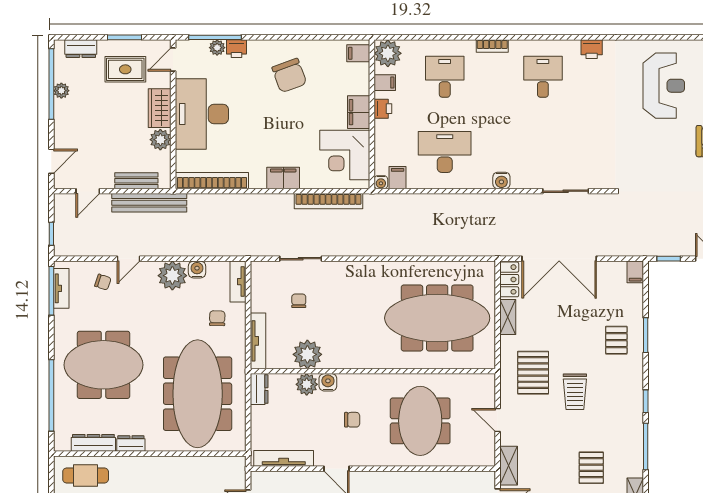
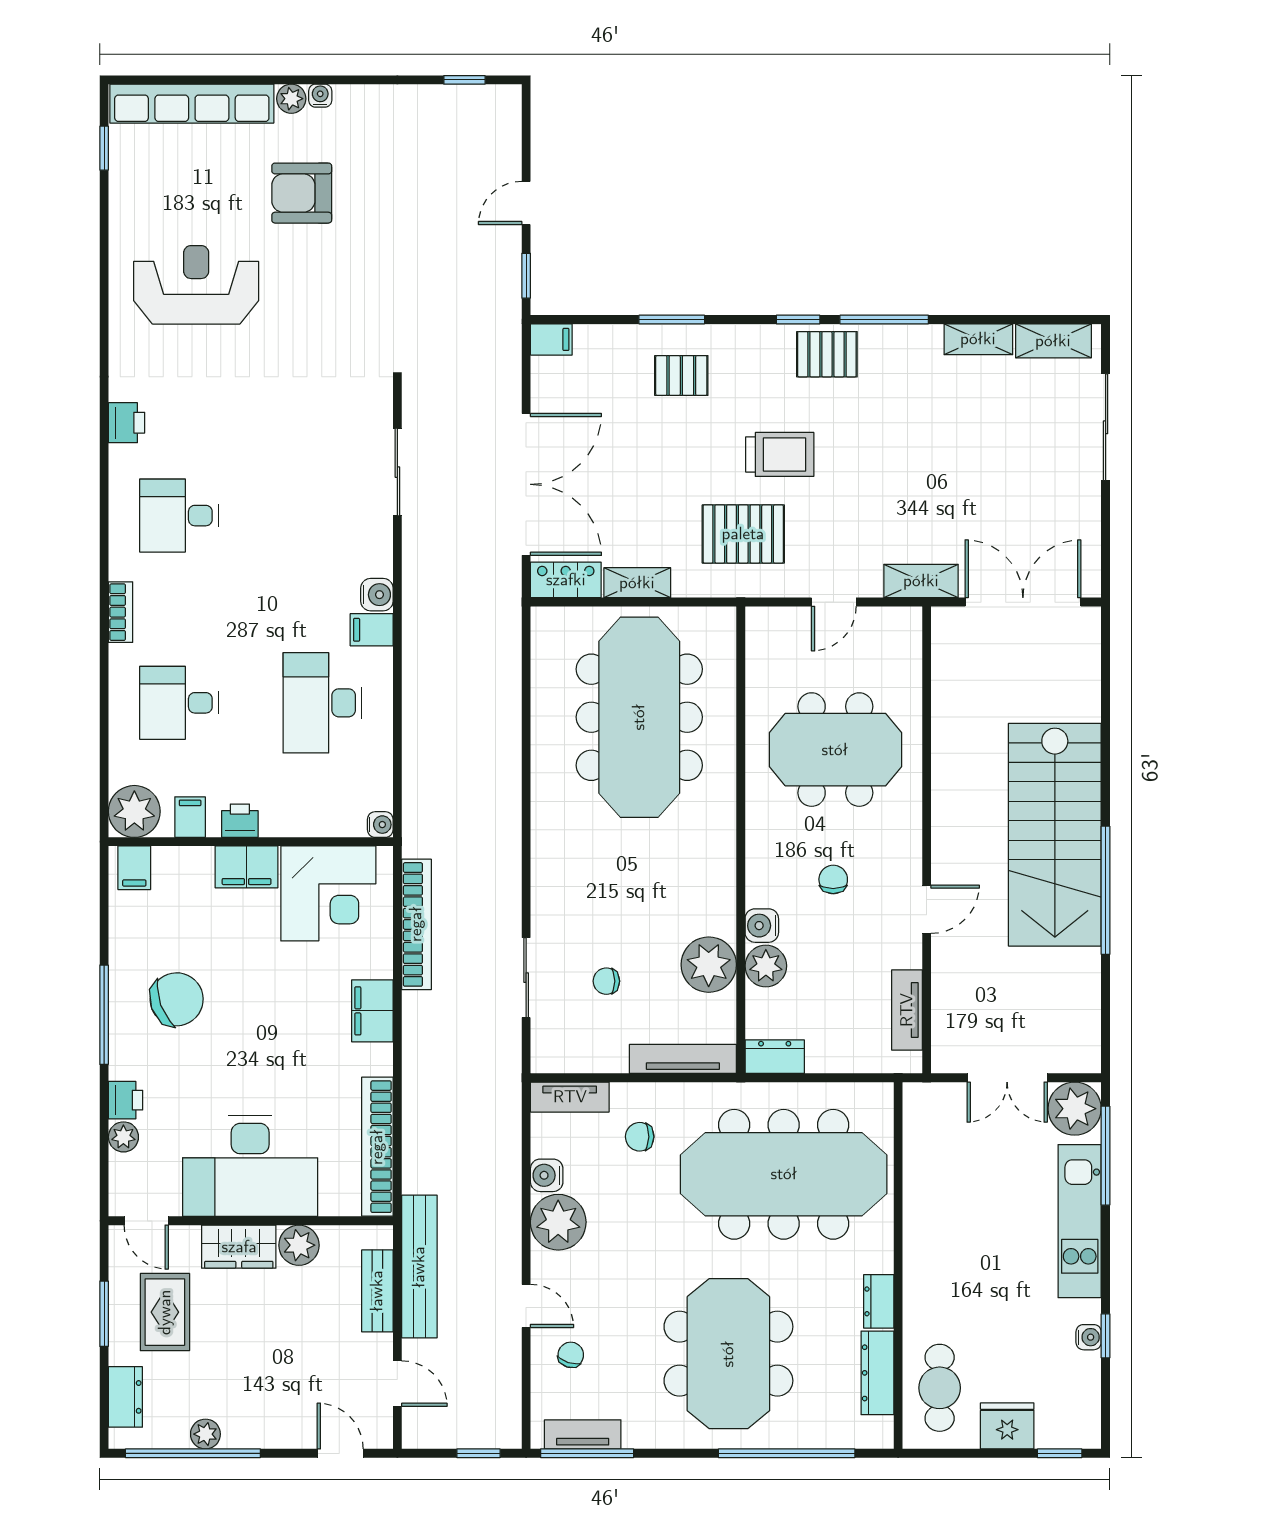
window: (215, 37) -> (104, 1015), moved
filing cabinet: (398, 178) -> (372, 630), moved
tv unit: (284, 458) -> (907, 1010), width x0.71
pallet: (591, 468) -> (827, 354), moved

